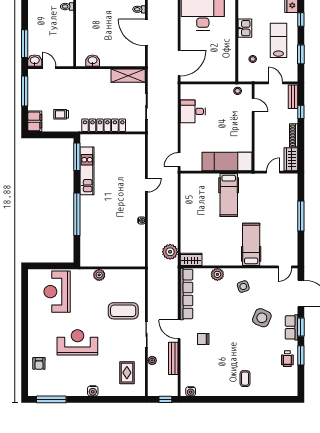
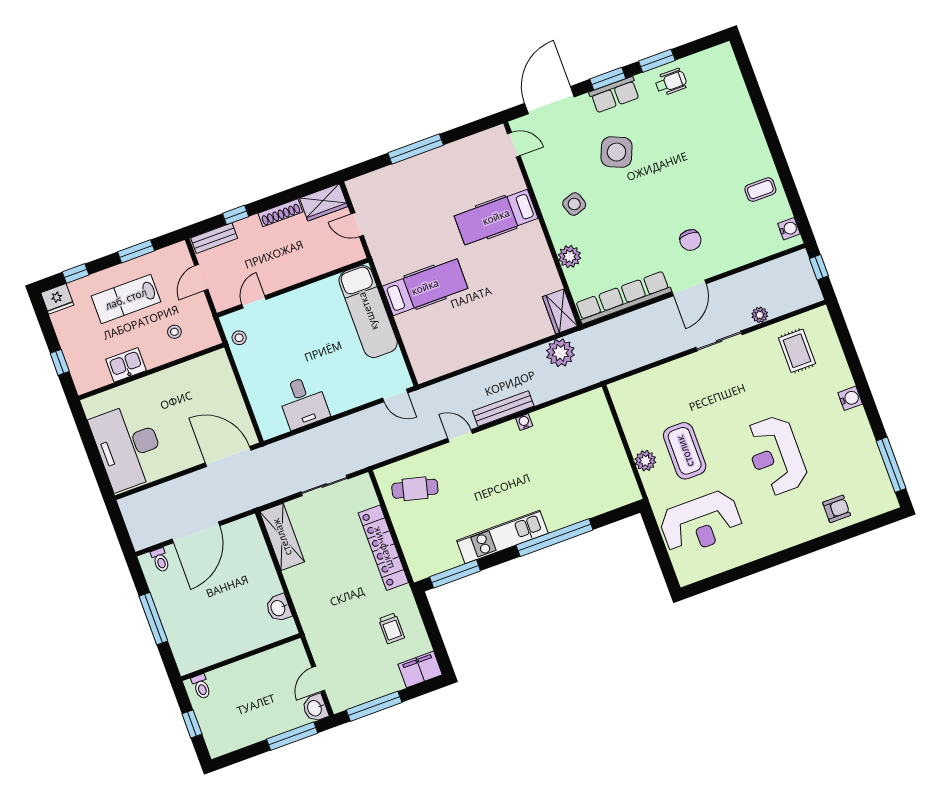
cafe table: (128, 152) -> (415, 489), added
kitchen unit: (87, 171) -> (502, 537), moved
coffee table: (123, 311) -> (685, 451), moved
bench: (173, 358) -> (503, 409), moved
rug: (127, 373) -> (797, 351), turned 90
coffee table: (245, 379) -> (760, 190), moved

